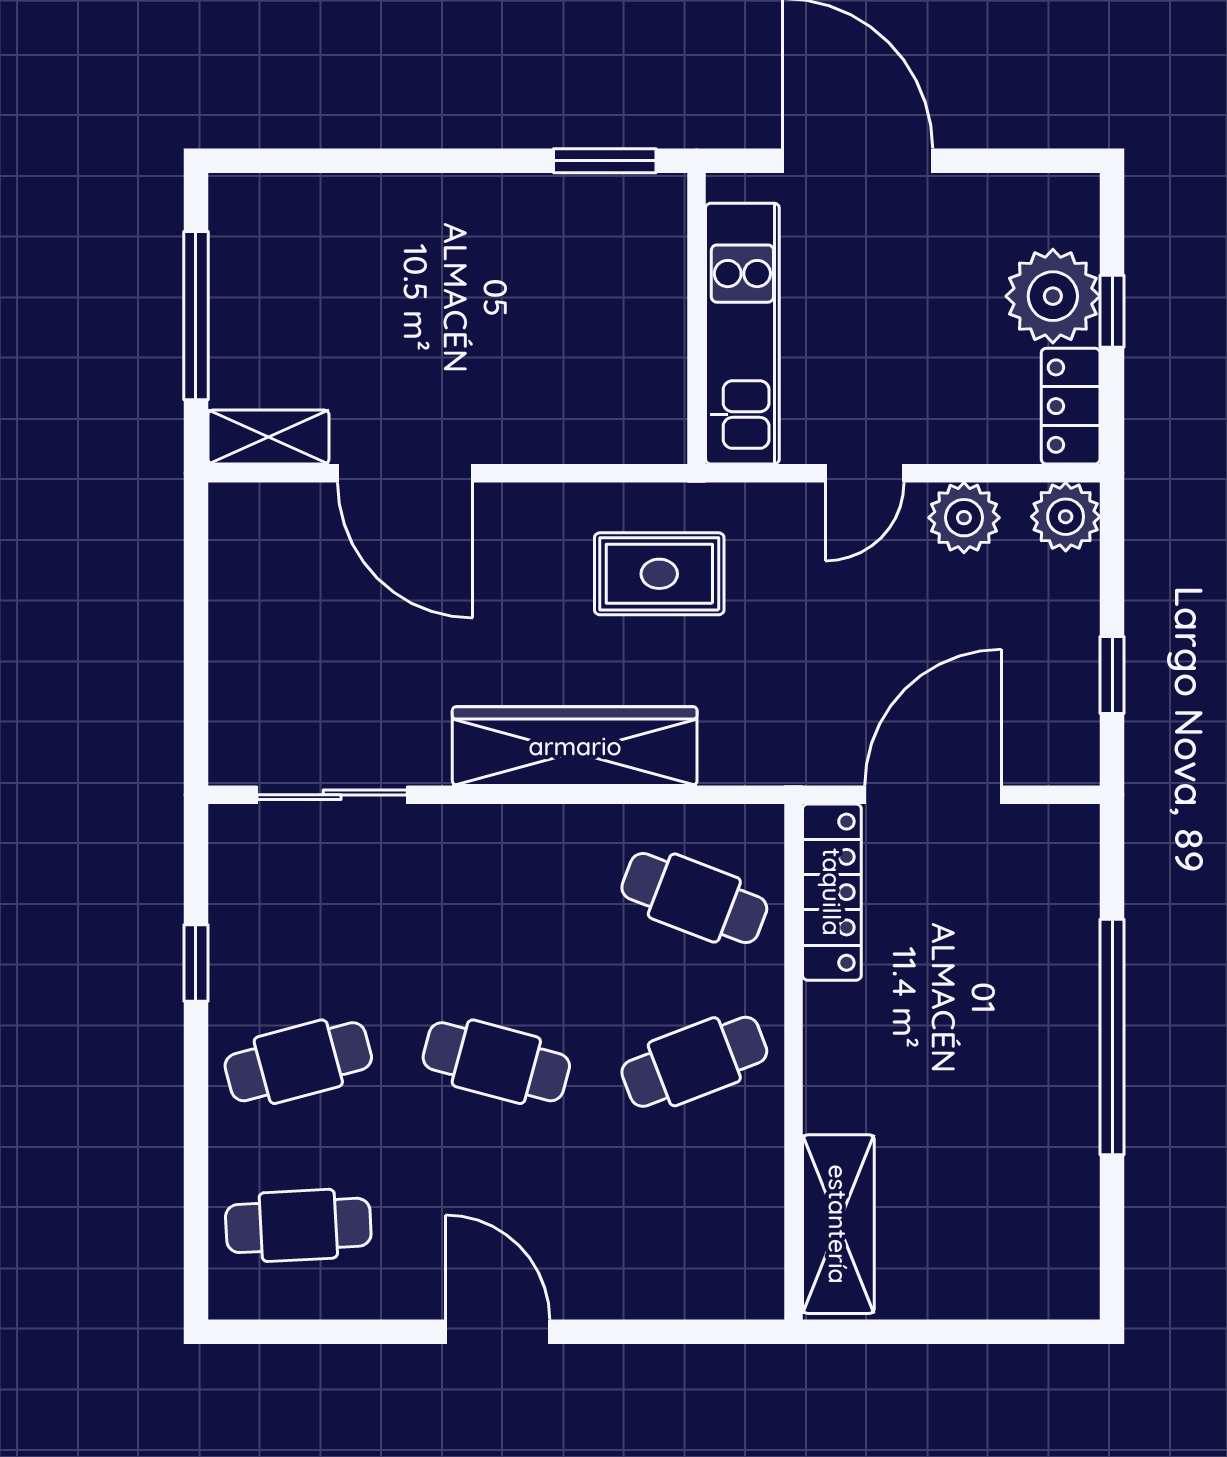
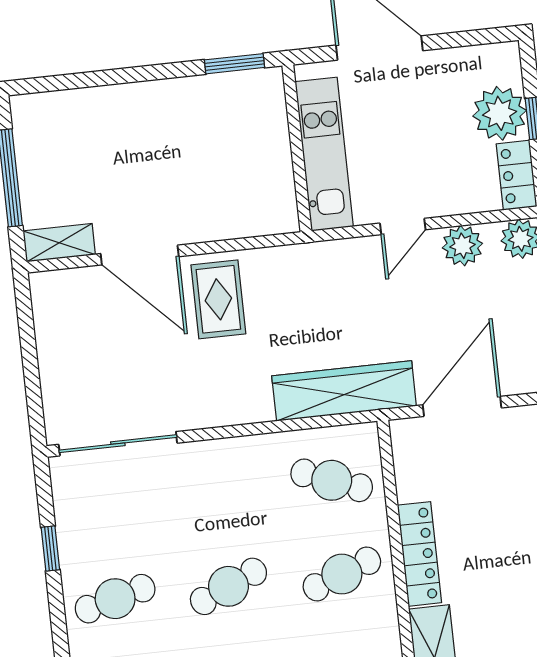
rug: (659, 574) -> (218, 299), moved, turned 90
wardrobe: (575, 746) -> (344, 391), moved
sliding door: (332, 795) -> (118, 444), width x1.37
locker: (832, 892) -> (419, 554), moved
cafe table: (496, 1062) -> (228, 586), turned -39

